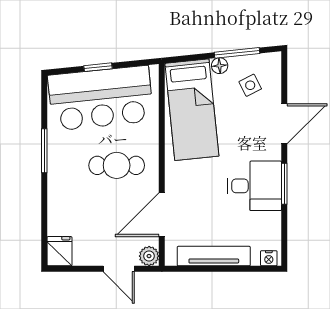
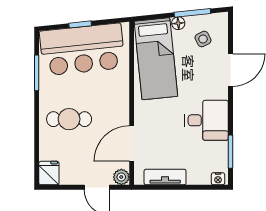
window: (44, 151) -> (37, 73), moved
cafe table: (117, 165) -> (69, 119), moved
window: (284, 184) -> (230, 152), moved
tv unit: (214, 256) -> (165, 177), width x0.71

